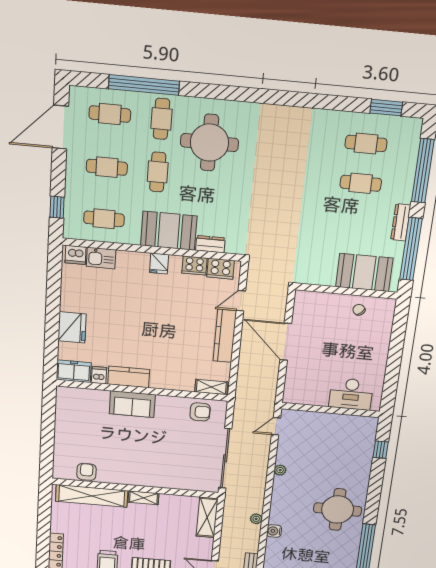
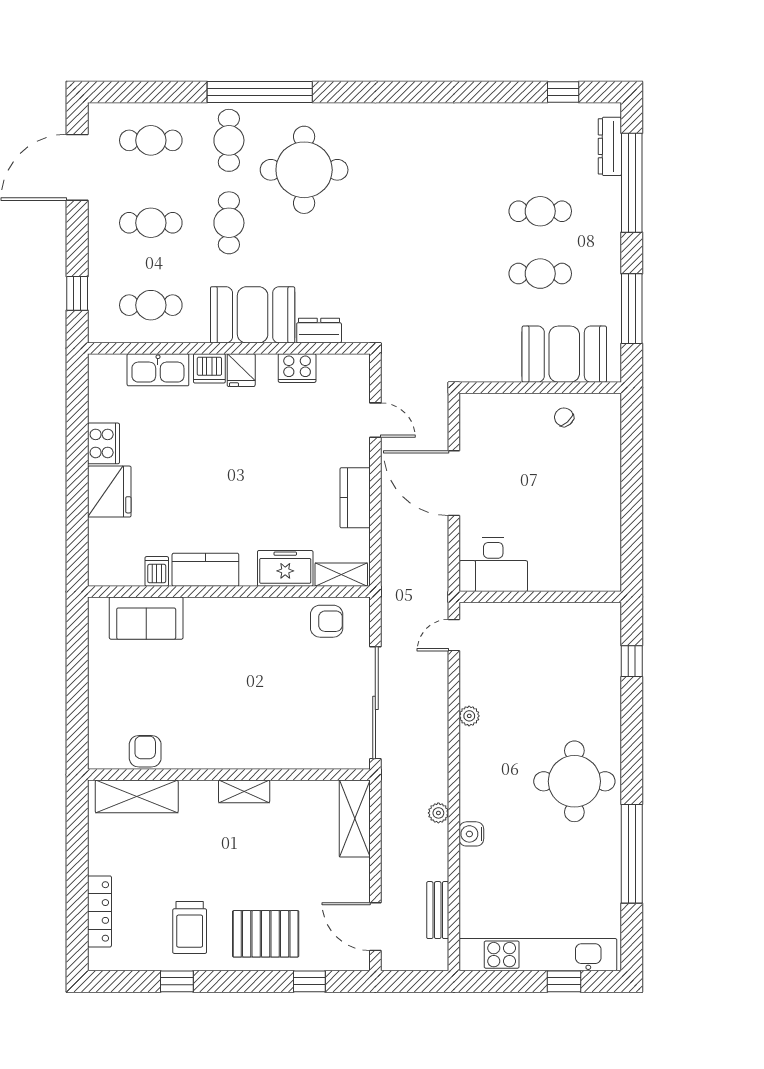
window: (144, 85) -> (260, 92), moved
window: (386, 108) -> (563, 92), width x0.67
cafe table: (366, 143) -> (540, 274), moved
dresser: (401, 222) -> (610, 146), moved
window: (411, 249) -> (632, 309), width x0.68
dishwasher: (75, 255) -> (209, 368), moved
kitchen sink: (101, 258) -> (158, 370), width x1.38
cooker: (221, 269) -> (104, 443), moved, turned -90
door: (241, 301) -> (375, 420), swing flipped
kitchen counter: (225, 336) -> (355, 498), width x0.67
freezer: (74, 371) -> (285, 568), moved
desk: (351, 394) -> (493, 565), moved
sofa: (132, 404) -> (146, 618), moved
shelving: (92, 496) -> (137, 796), width x0.68

